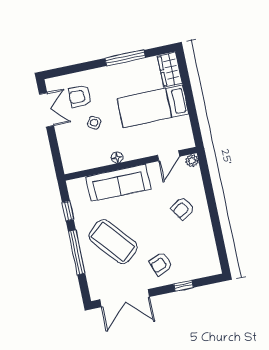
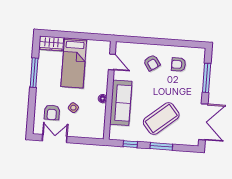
plant: (192, 161) -> (120, 46), removed
window: (77, 252) -> (161, 146), width x0.69
armchair: (161, 264) -> (179, 64), moved, turned 112
window: (183, 286) -> (207, 78), width x2.17

